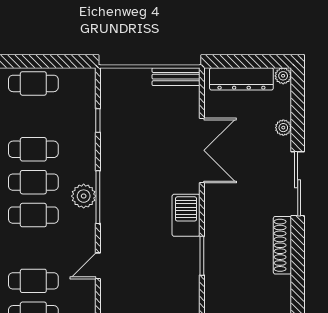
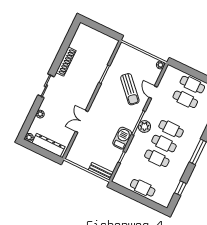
bench: (176, 77) -> (101, 171), moved
double door: (202, 150) -> (82, 121), width x0.73
sliding door: (298, 184) -> (46, 86), width x0.73
barbecue: (186, 215) -> (122, 138), moved, turned 180
sun lounger: (142, 251) -> (130, 89), added
door: (98, 266) -> (153, 92), swing flipped

